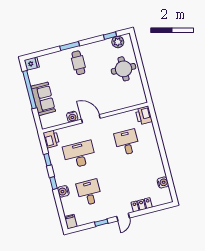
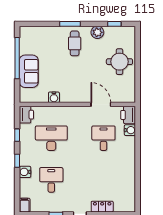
plant: (118, 42) -> (97, 32), moved
fridge: (32, 64) -> (26, 32), removed
door: (91, 119) -> (101, 104), moved
water cooler: (163, 182) -> (130, 130), moved

